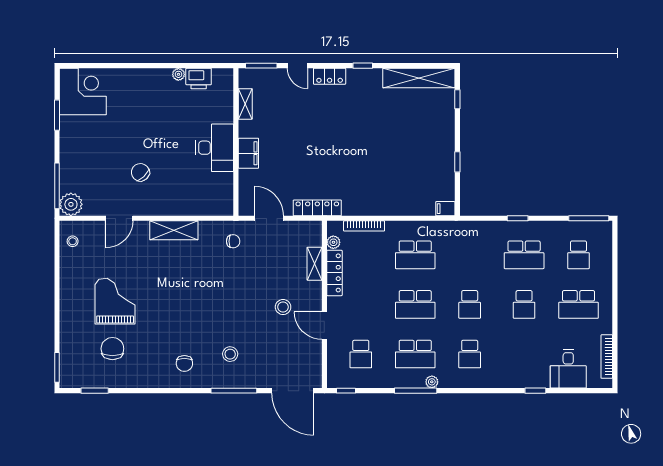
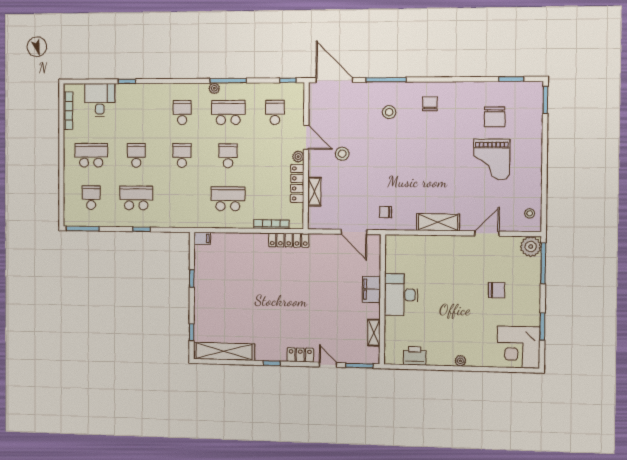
plant: (178, 74) -> (460, 361), moved
chair: (140, 172) -> (497, 290), moved, turned -47
locker: (317, 208) -> (289, 240), moved
plant: (333, 242) -> (298, 157), moved
school desk: (415, 304) -> (228, 156), width x0.54

